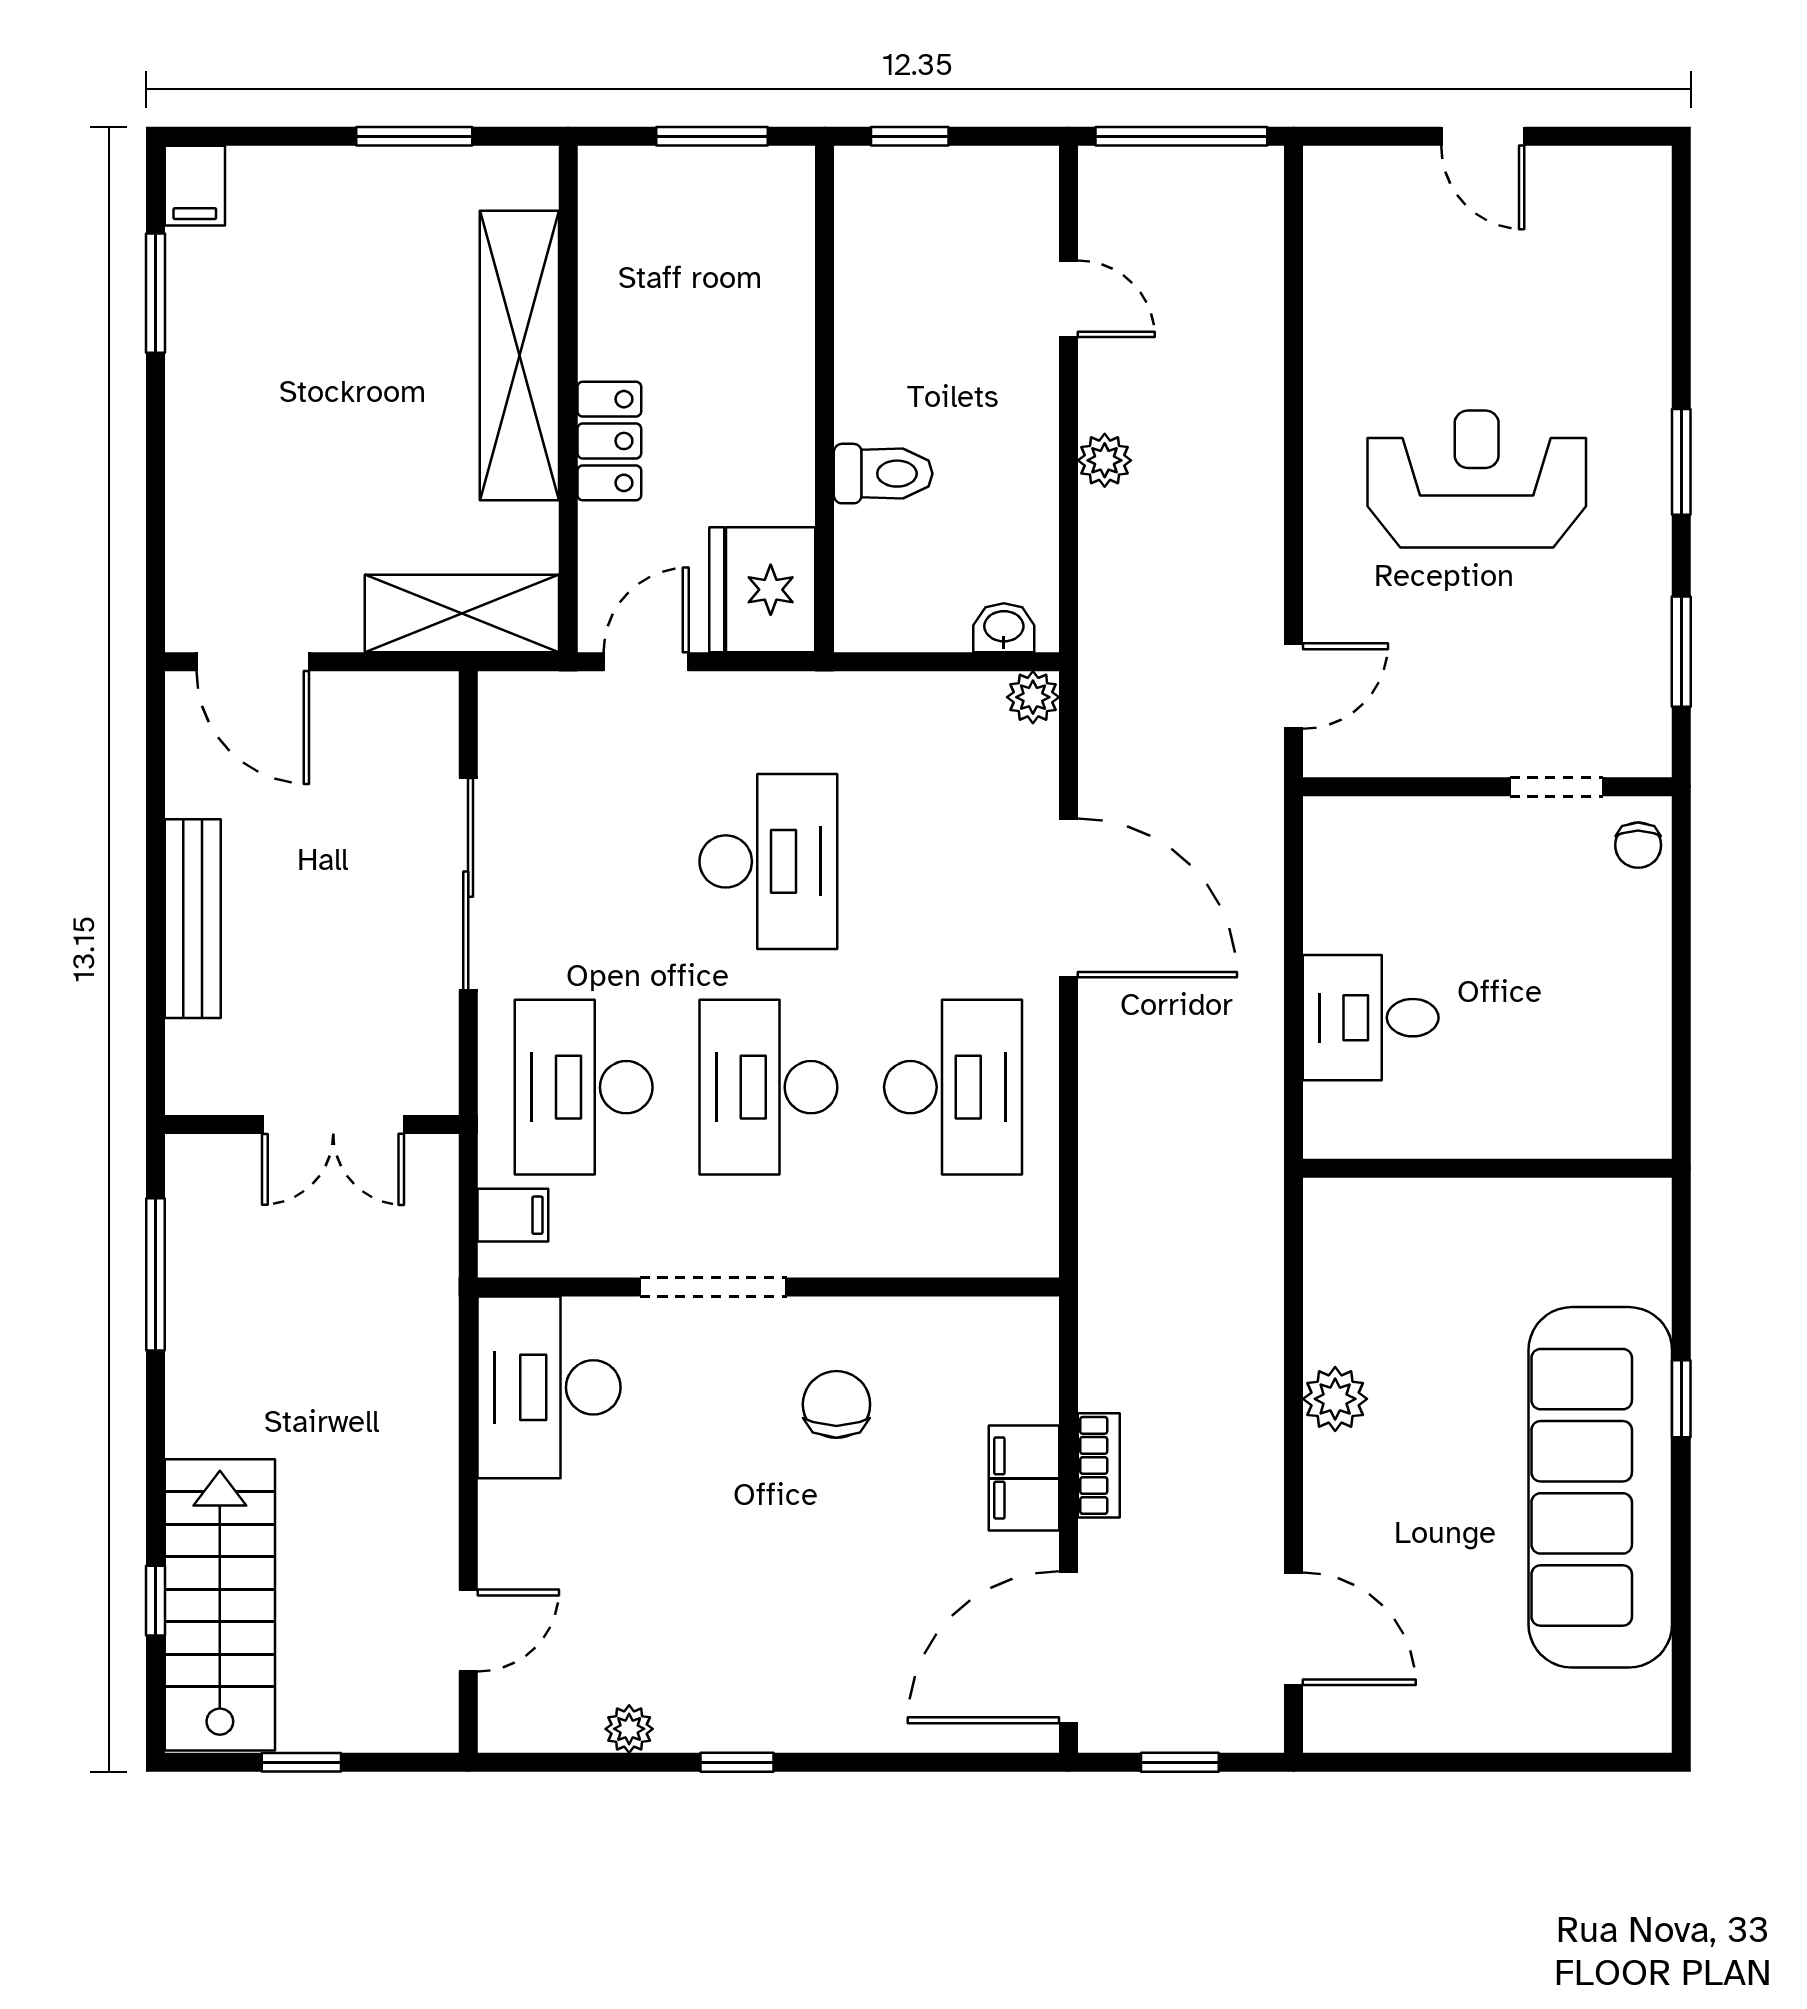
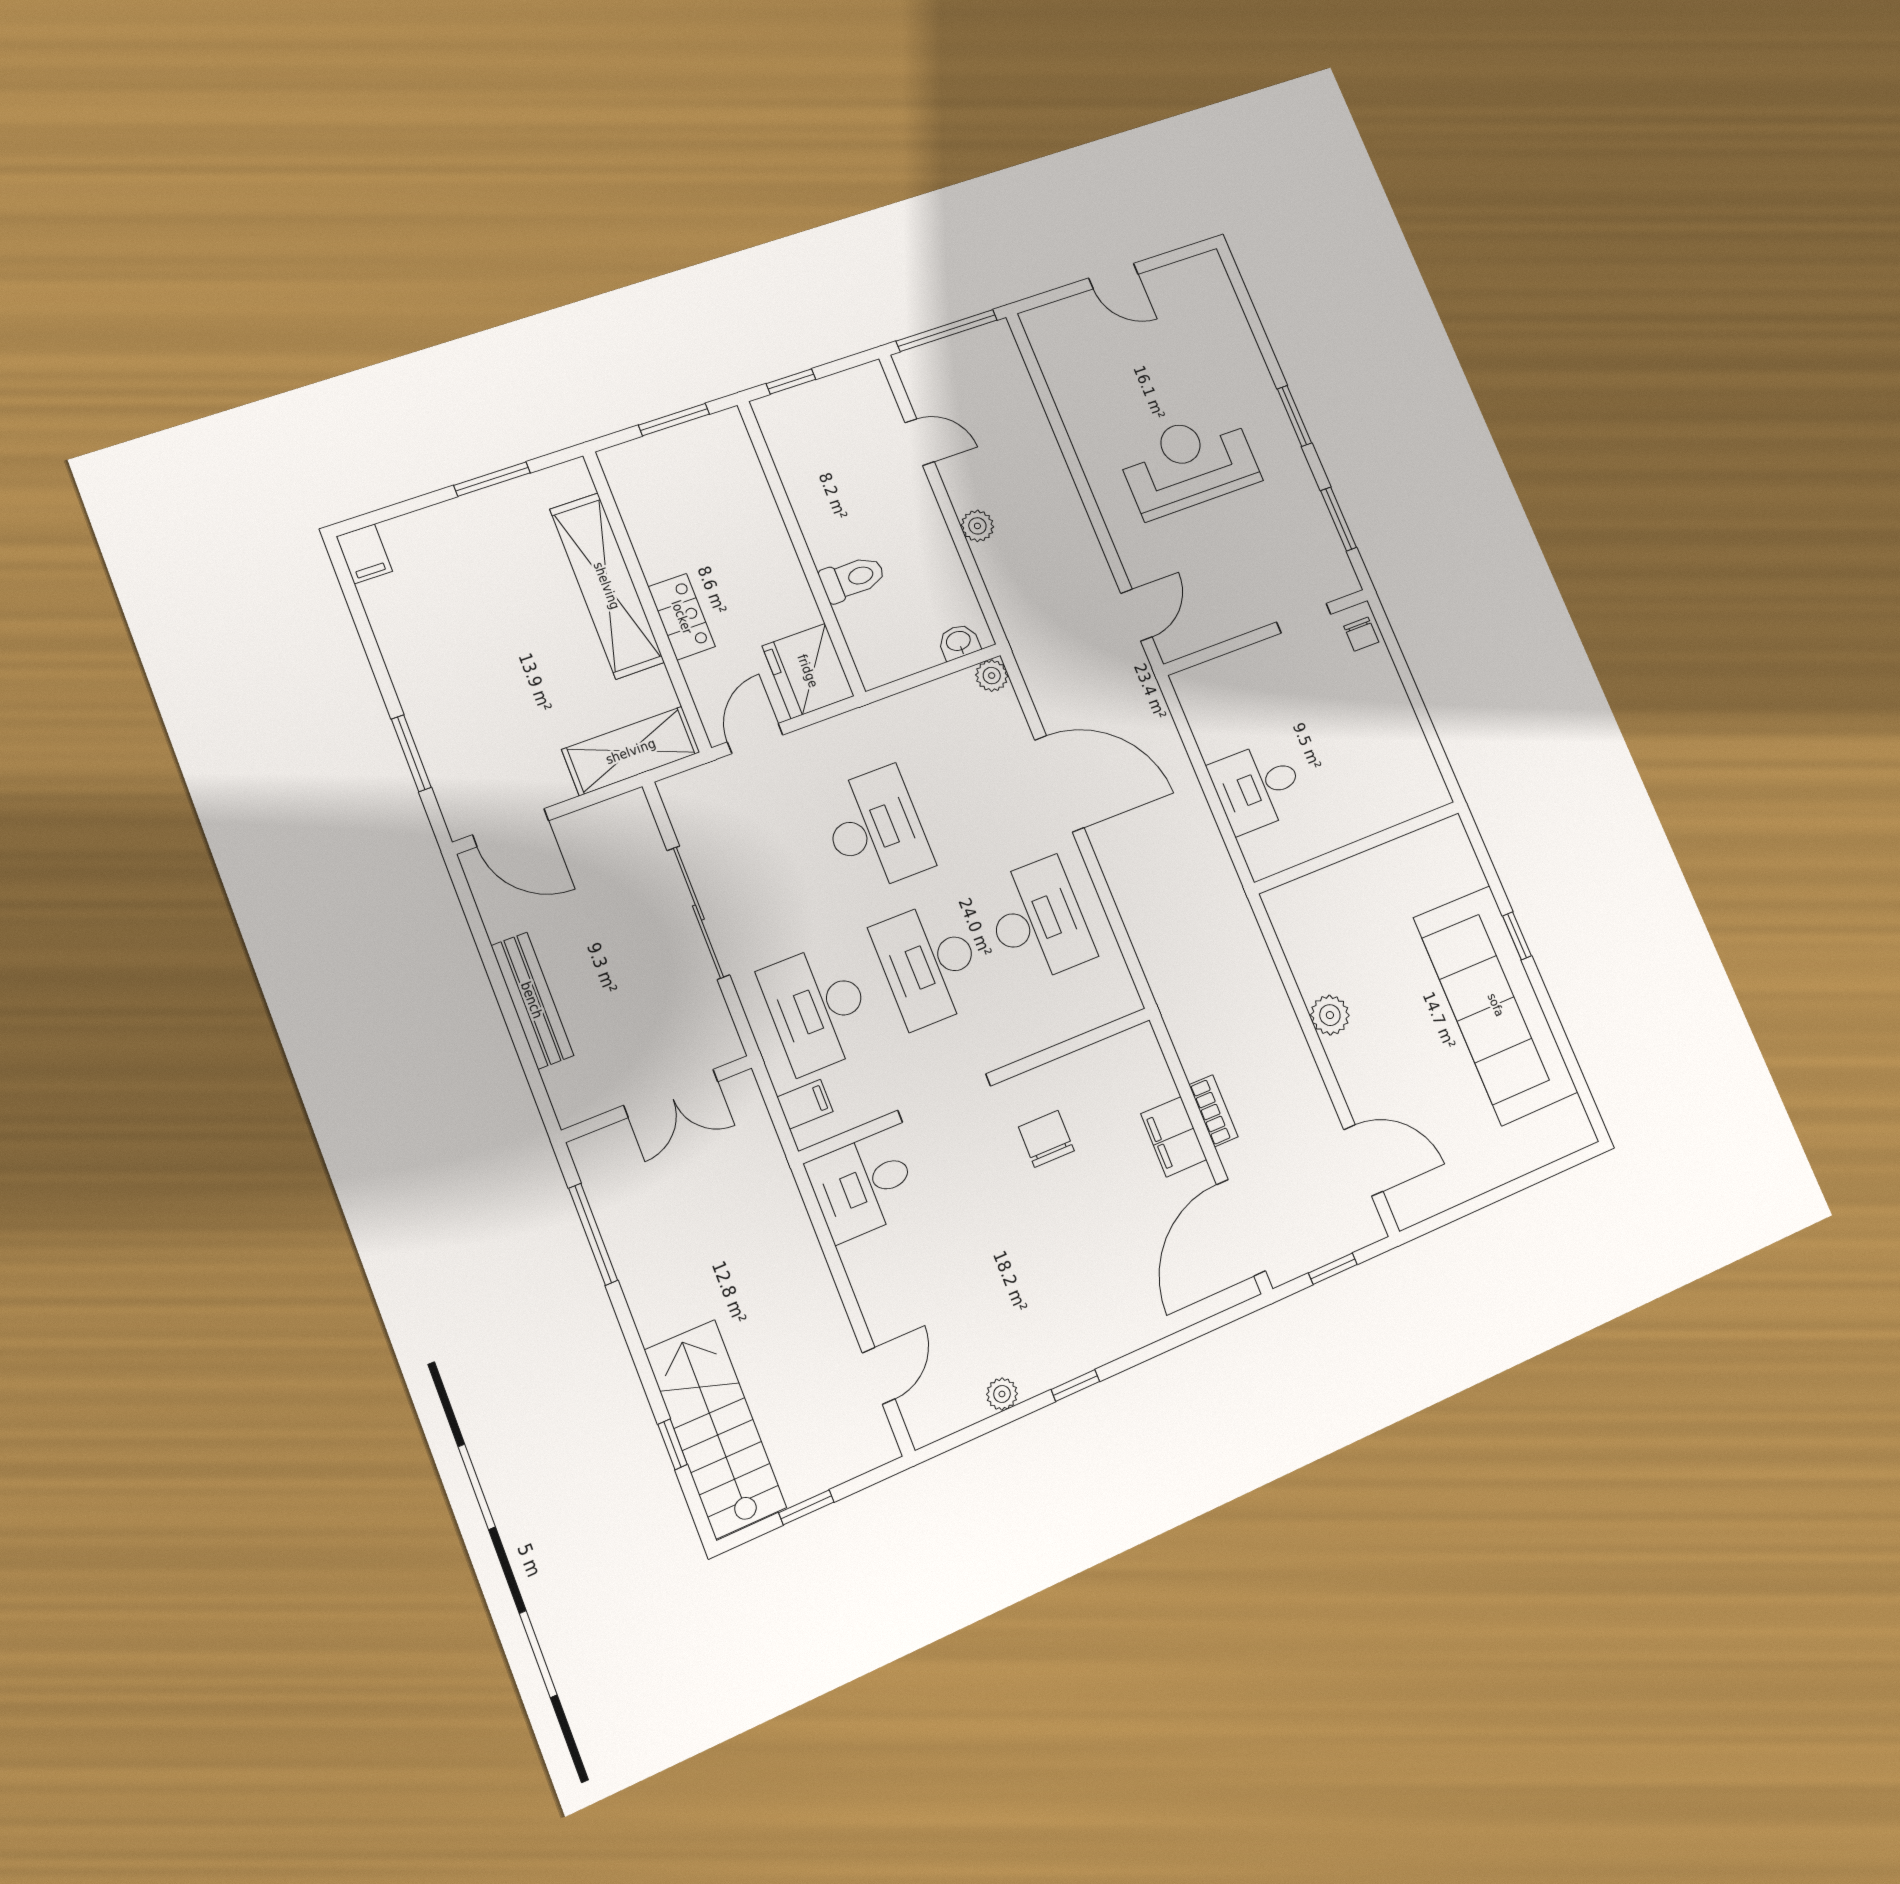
window: (155, 293) -> (411, 753), moved
desk: (549, 1387) -> (863, 1186), width x0.73

